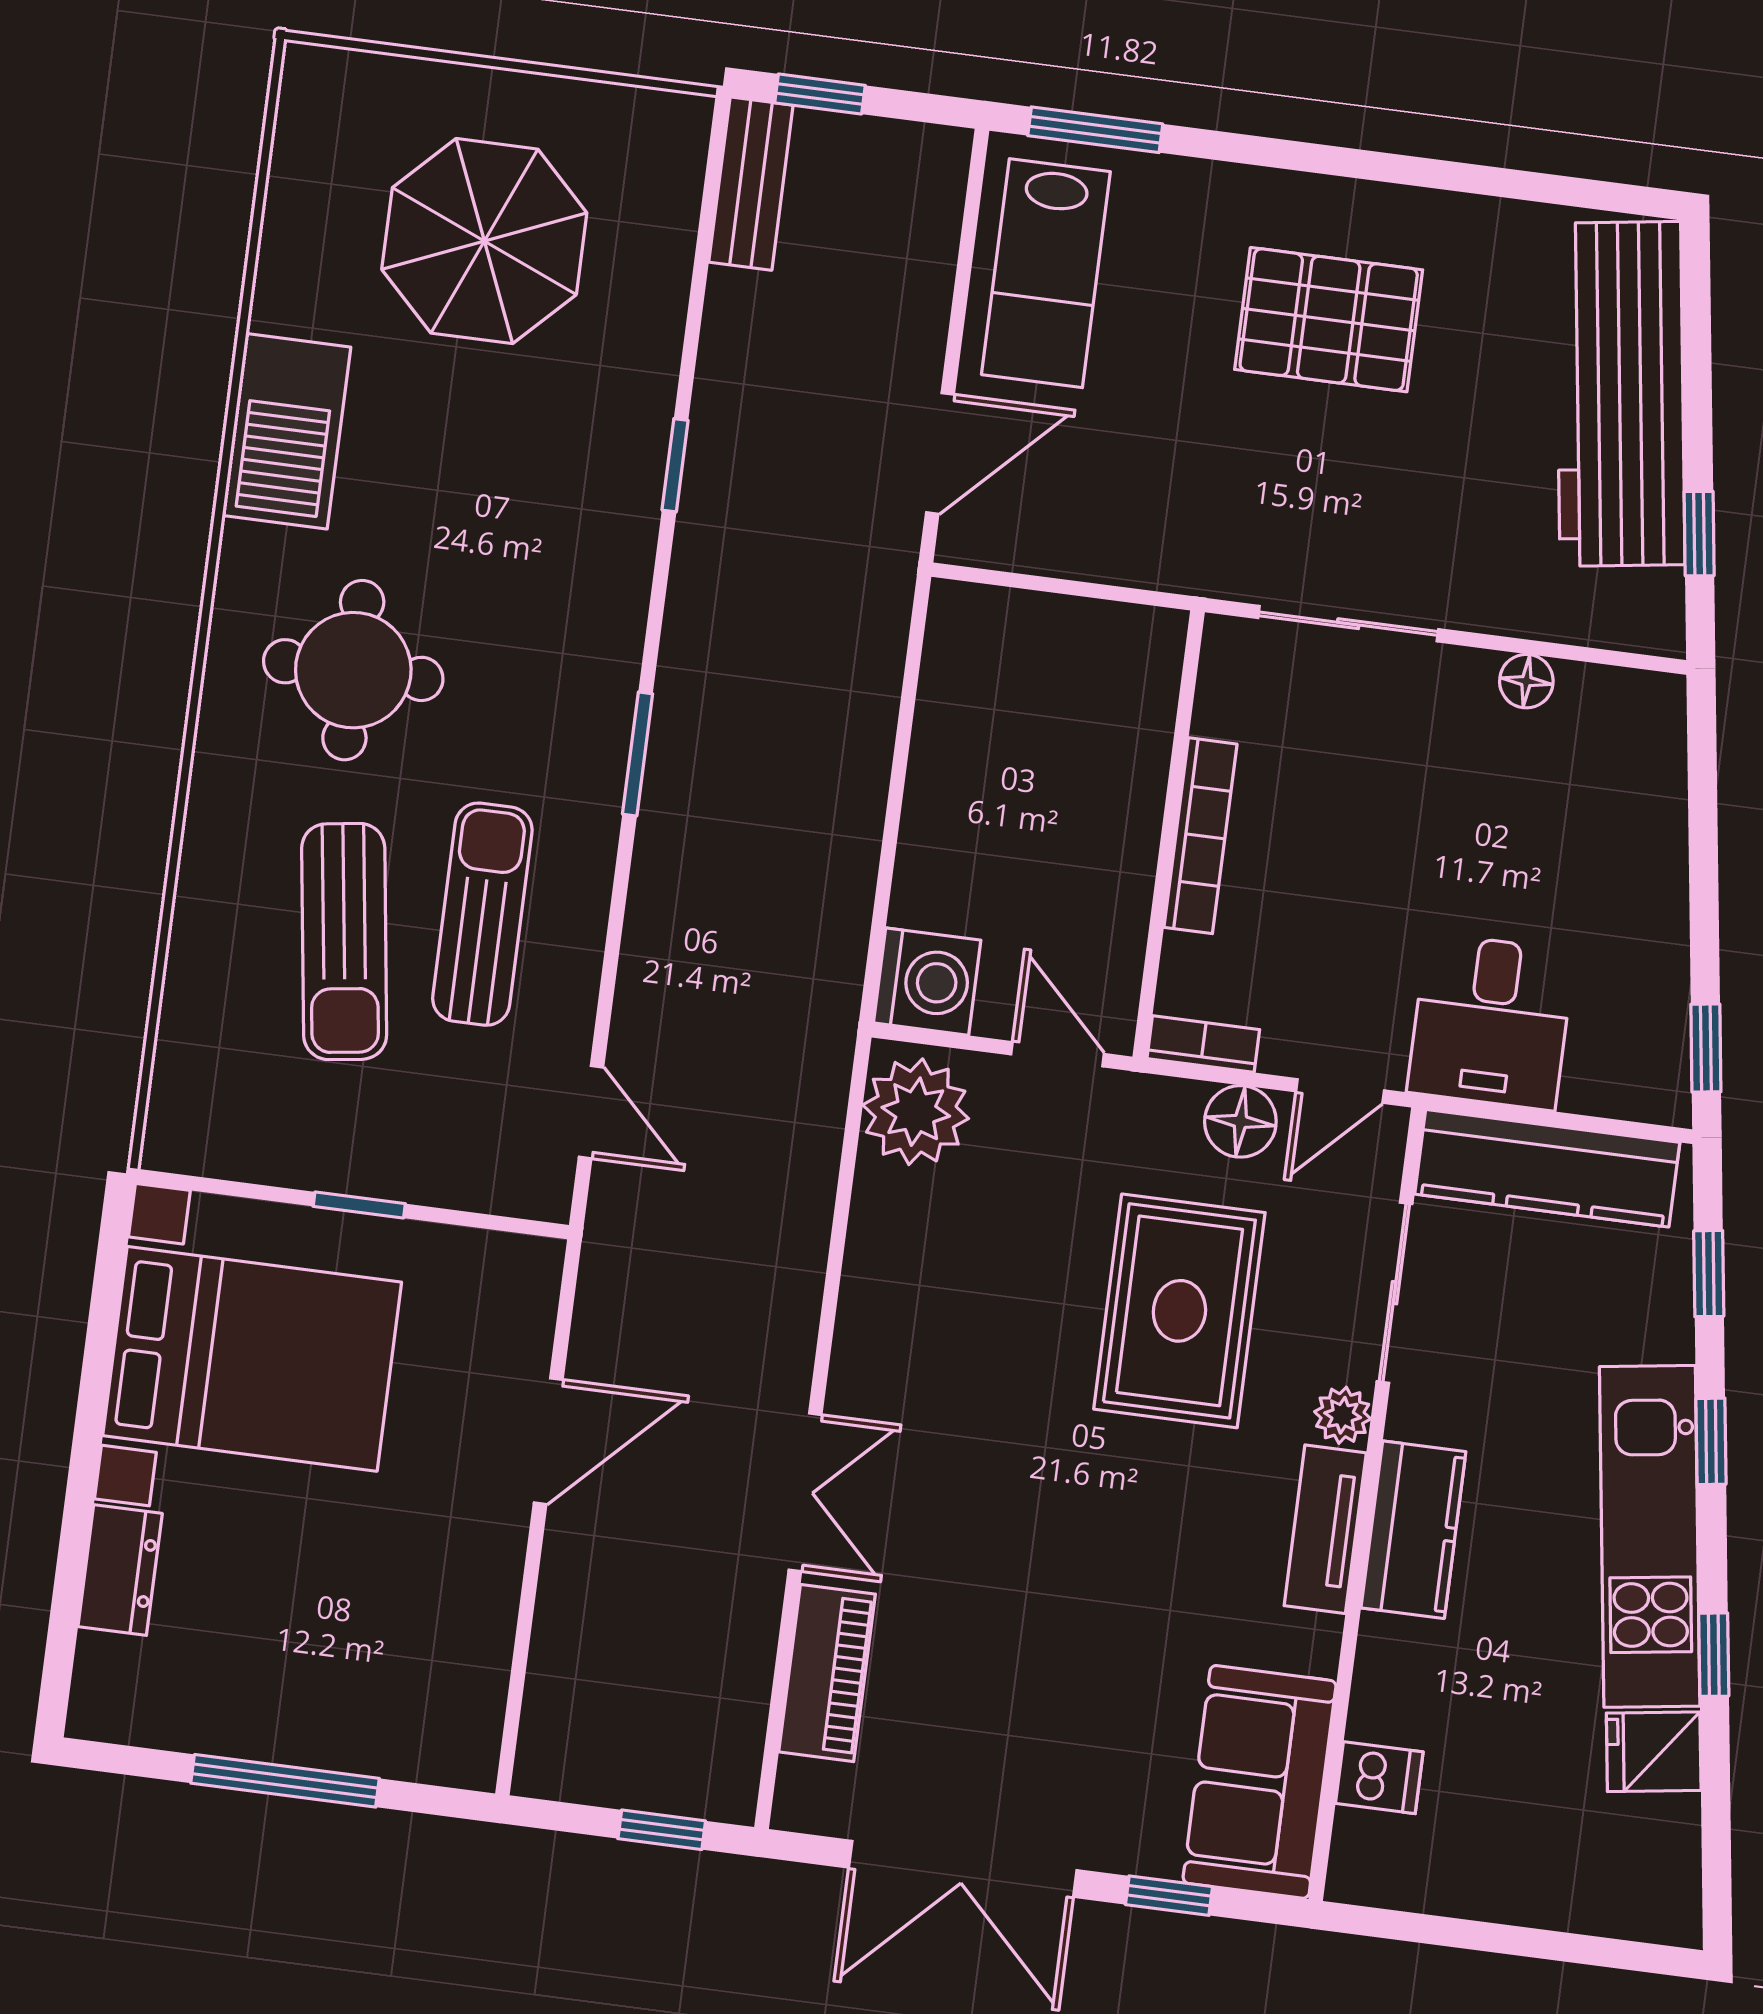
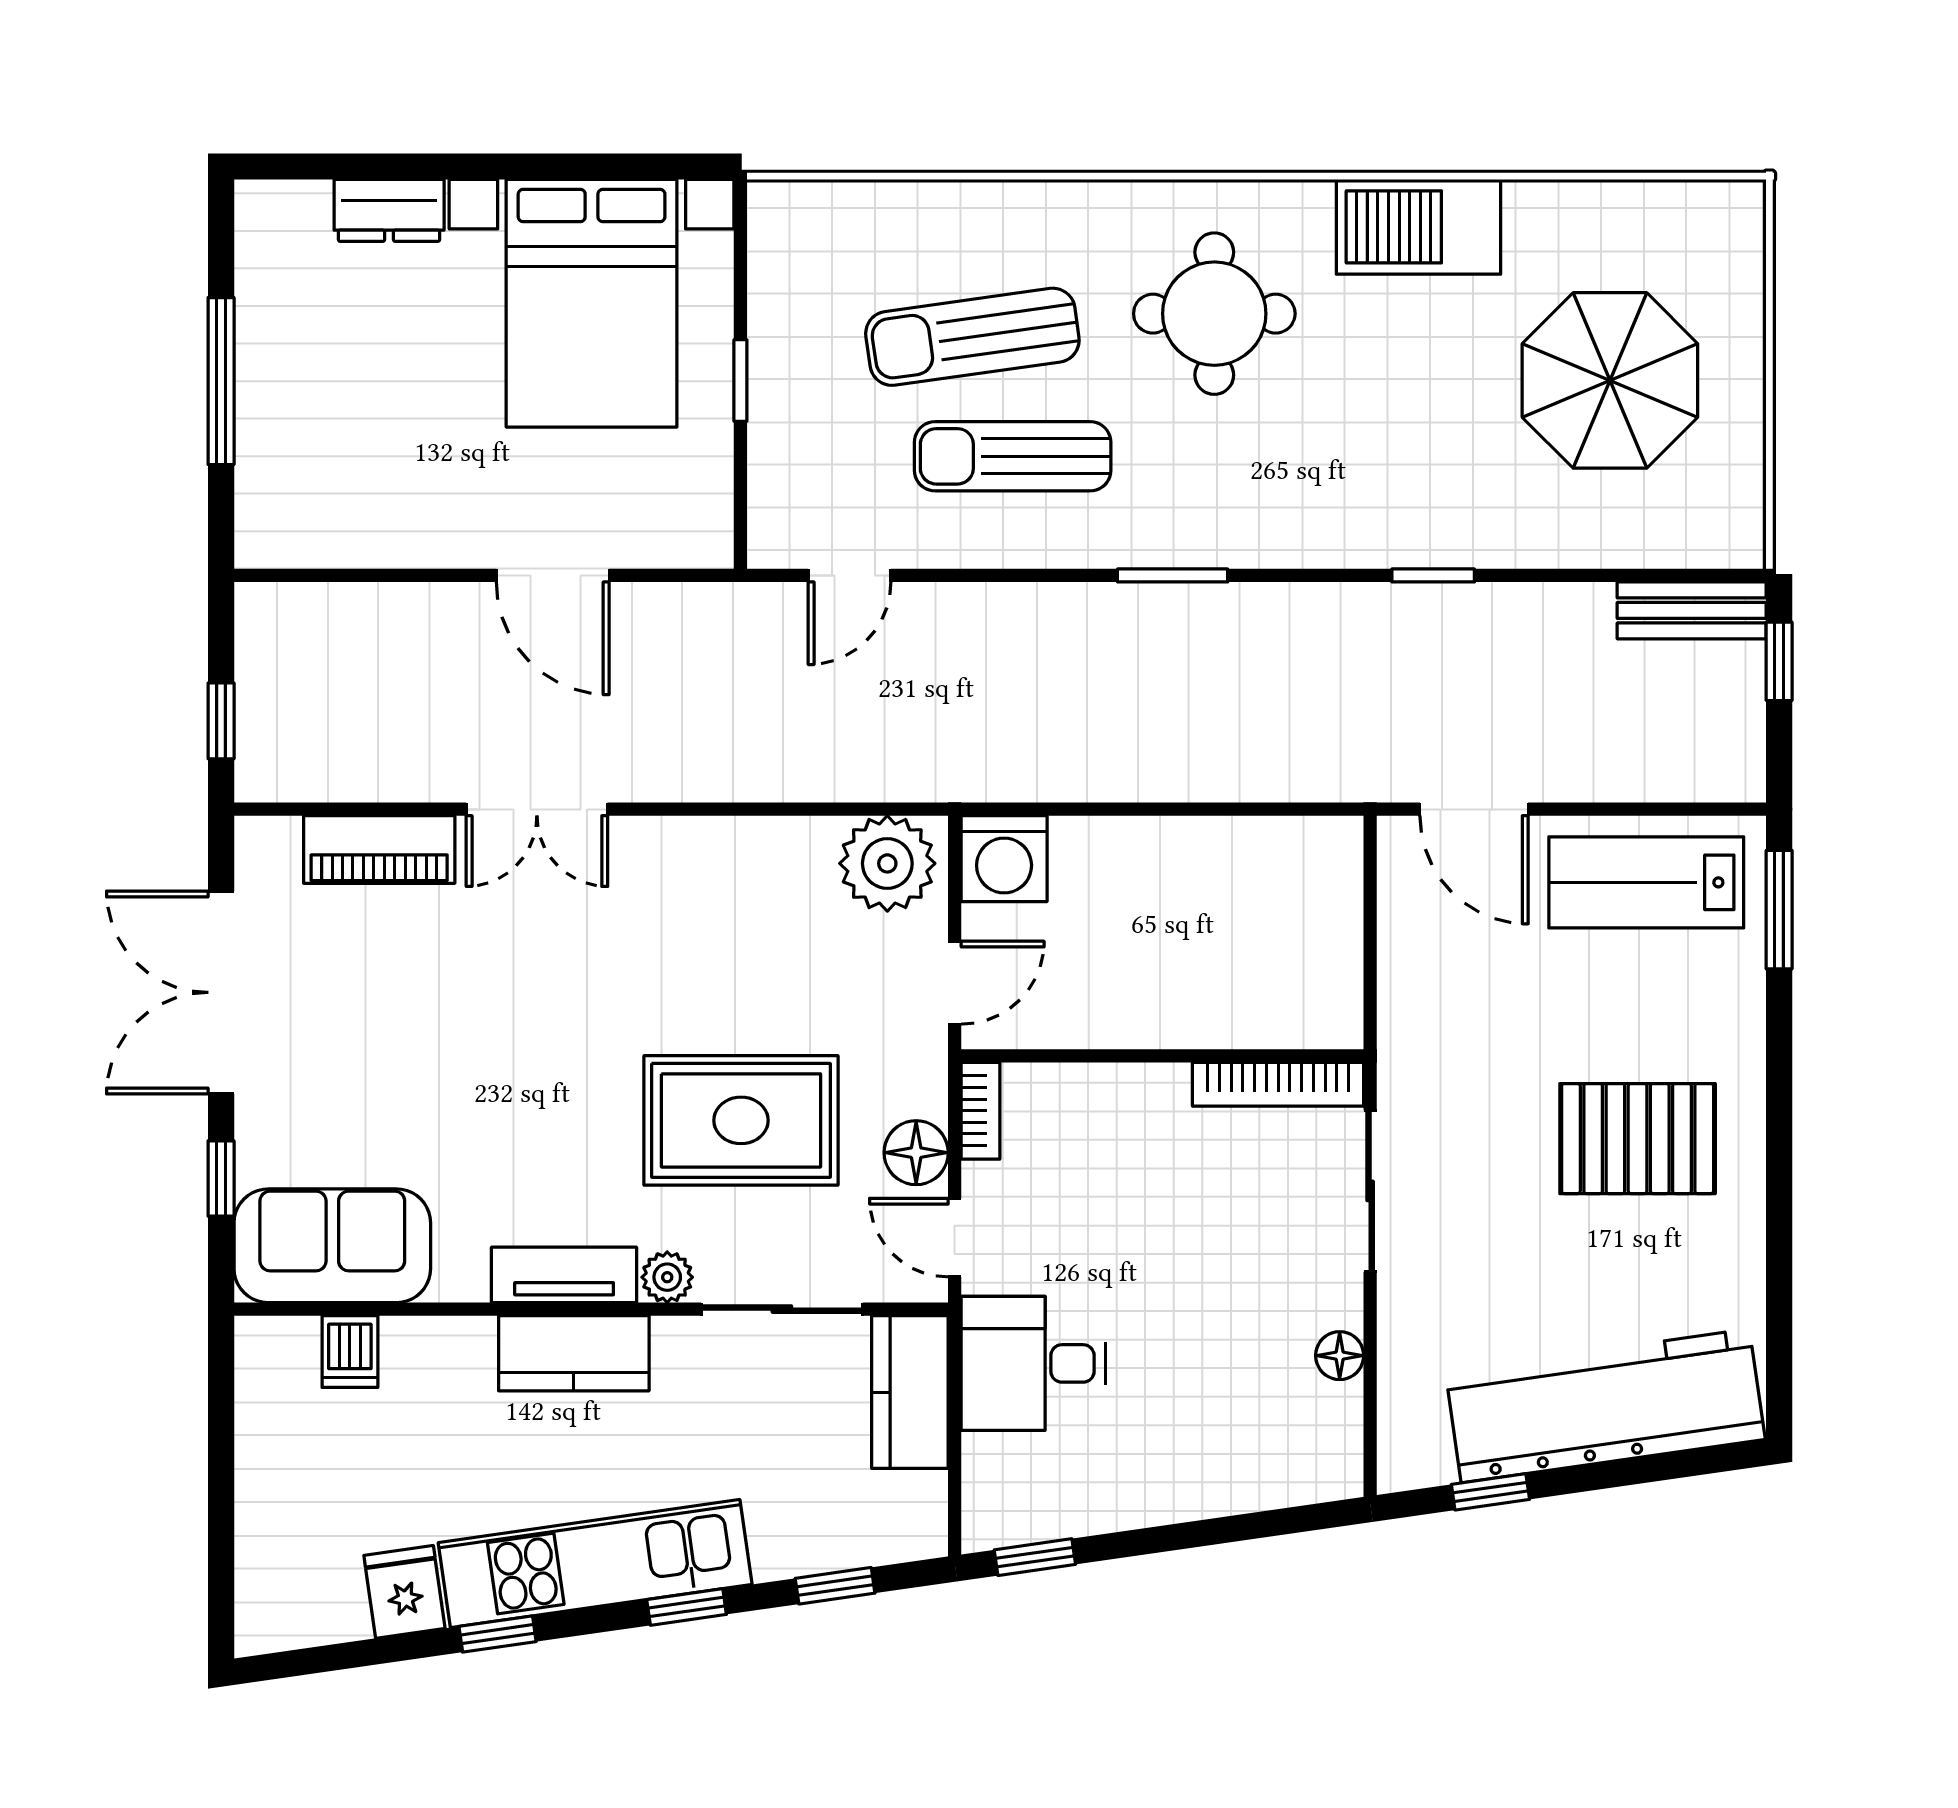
pallet: (1329, 320) -> (1638, 1139), turned 90
bookcase: (1200, 836) -> (1278, 1084), moved
sun lounger: (482, 914) -> (1013, 456), turned 180
kitchen counter: (1547, 1168) -> (910, 1392), width x0.67

